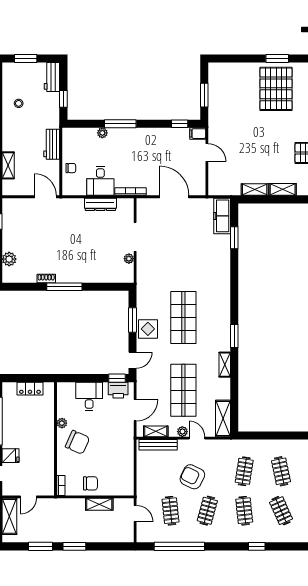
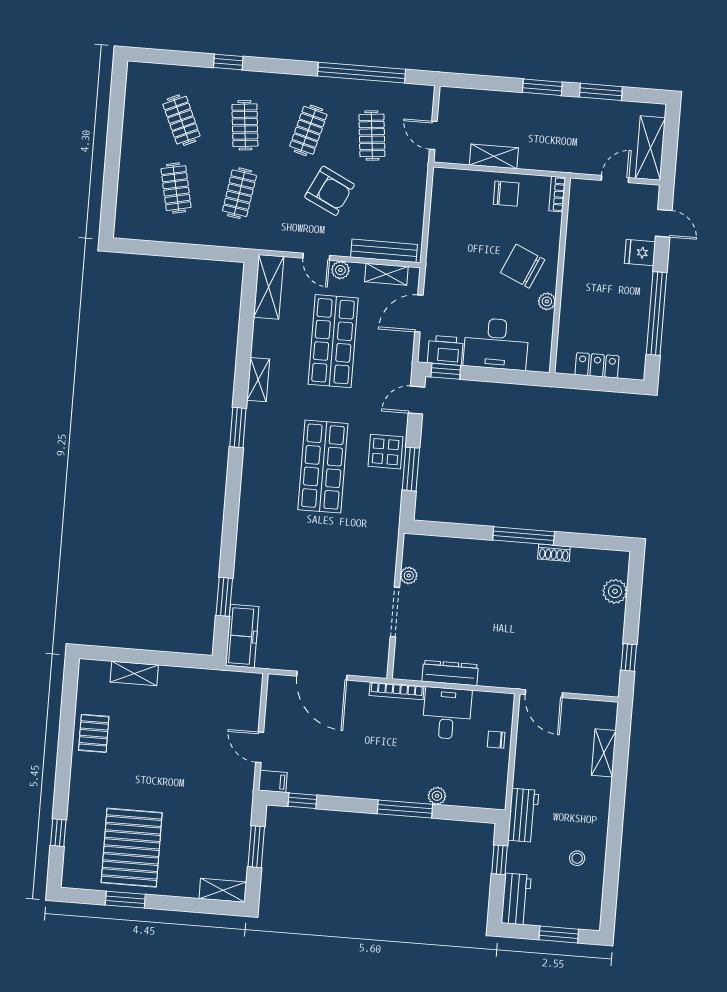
workbench: (52, 144) -> (523, 815), moved
shelving: (255, 190) -> (223, 890), moved
desk: (89, 396) -> (496, 344), width x1.37
chair: (90, 483) -> (506, 194), turned 180

